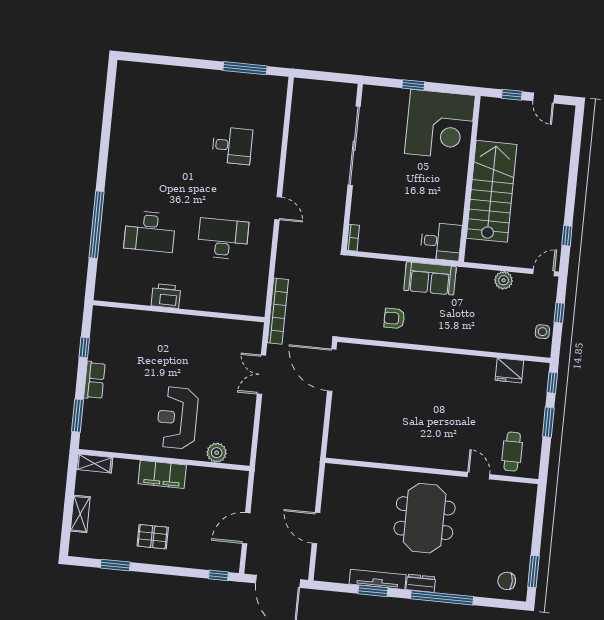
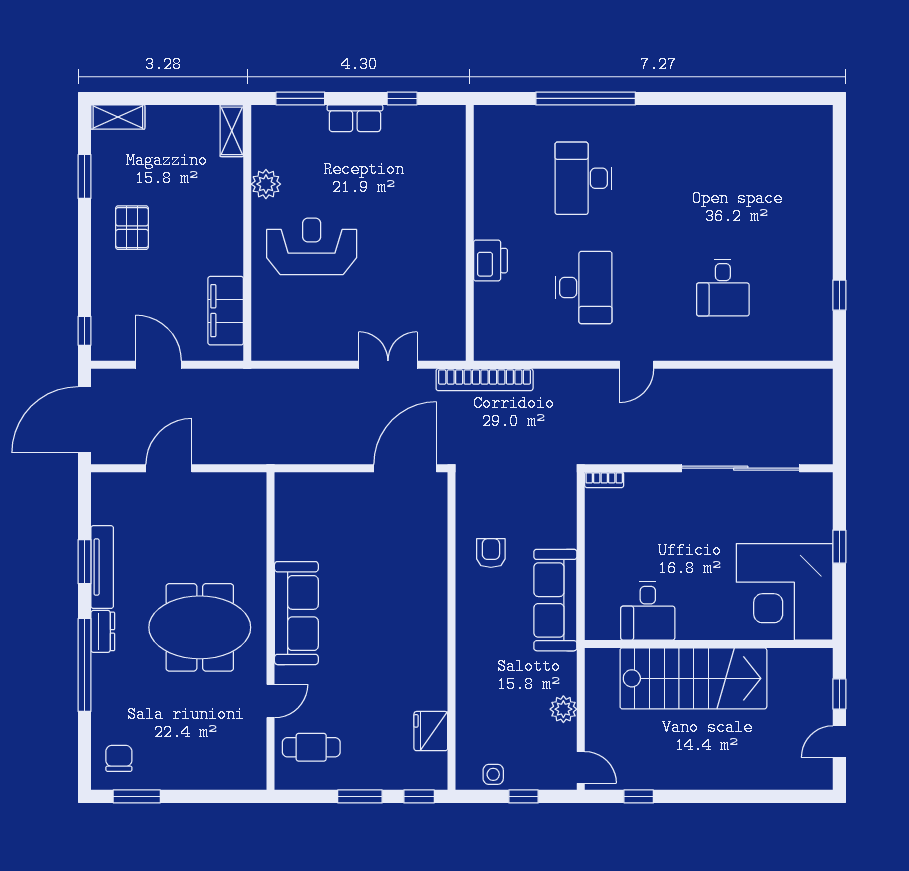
window: (245, 68) -> (839, 295), width x0.46
desk: (441, 241) -> (648, 611), moved
sofa: (430, 278) -> (555, 600), width x1.36
printer: (166, 296) -> (490, 261), moved
plant: (217, 453) -> (266, 184), moved
sofa: (421, 453) -> (296, 613), added
filing cabinet: (162, 474) -> (226, 311), moved
shelving: (80, 514) -> (118, 117), moved

